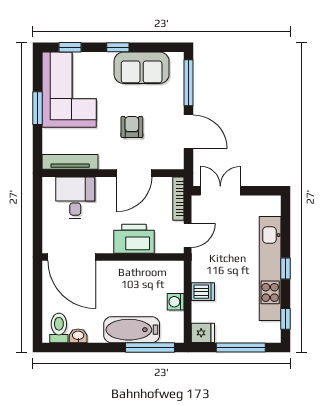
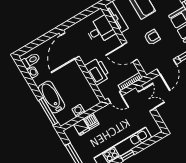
fridge: (203, 333) -> (81, 127), moved

